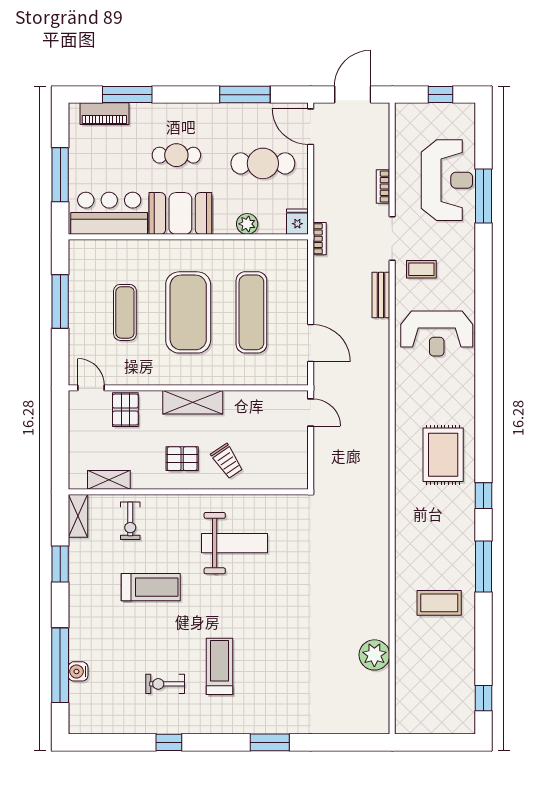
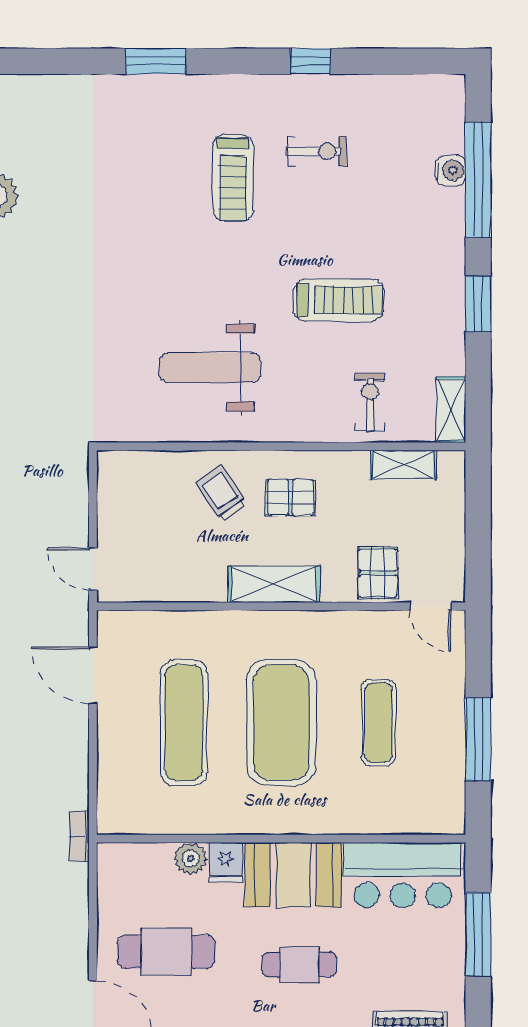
fridge: (297, 222) -> (226, 862), moved
window: (60, 564) -> (478, 304), moved
treadmill: (151, 587) -> (339, 300), turned 180

